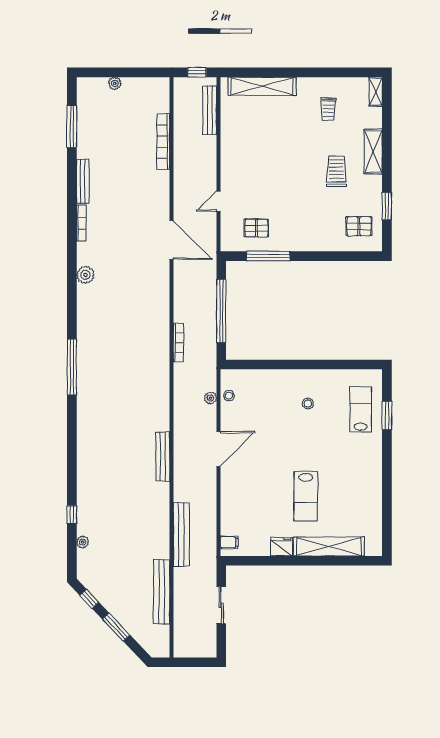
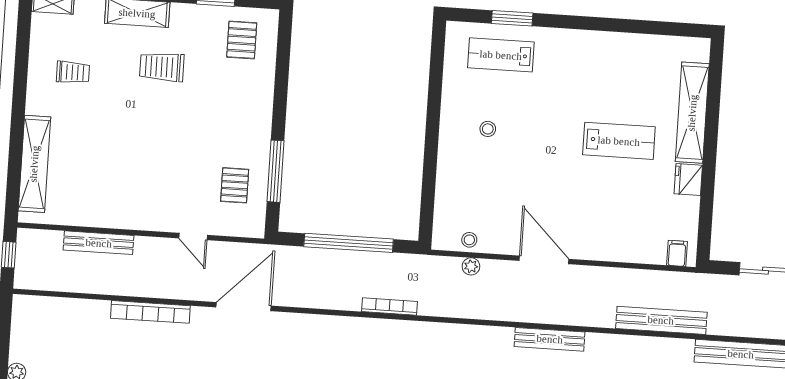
bench: (210, 110) -> (99, 243), moved
bookcase: (163, 142) -> (150, 312), moved

